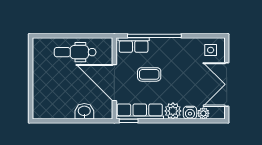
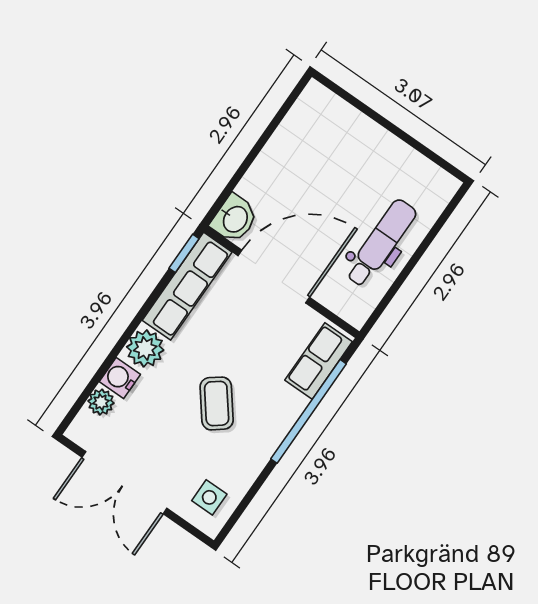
coffee table: (149, 74) -> (217, 403), moved, turned -38
double door: (227, 84) -> (125, 483), swing flipped
washbasin: (84, 111) -> (235, 219), moved

